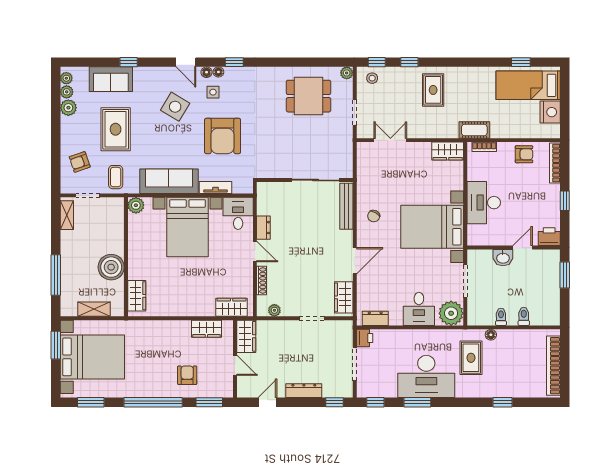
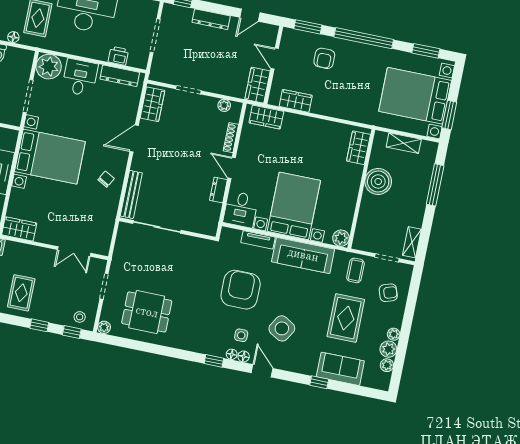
plant: (66, 78) -> (394, 334), moved
dresser: (375, 318) -> (120, 76), width x1.44
printer: (365, 338) -> (118, 56), moved, turned 90

